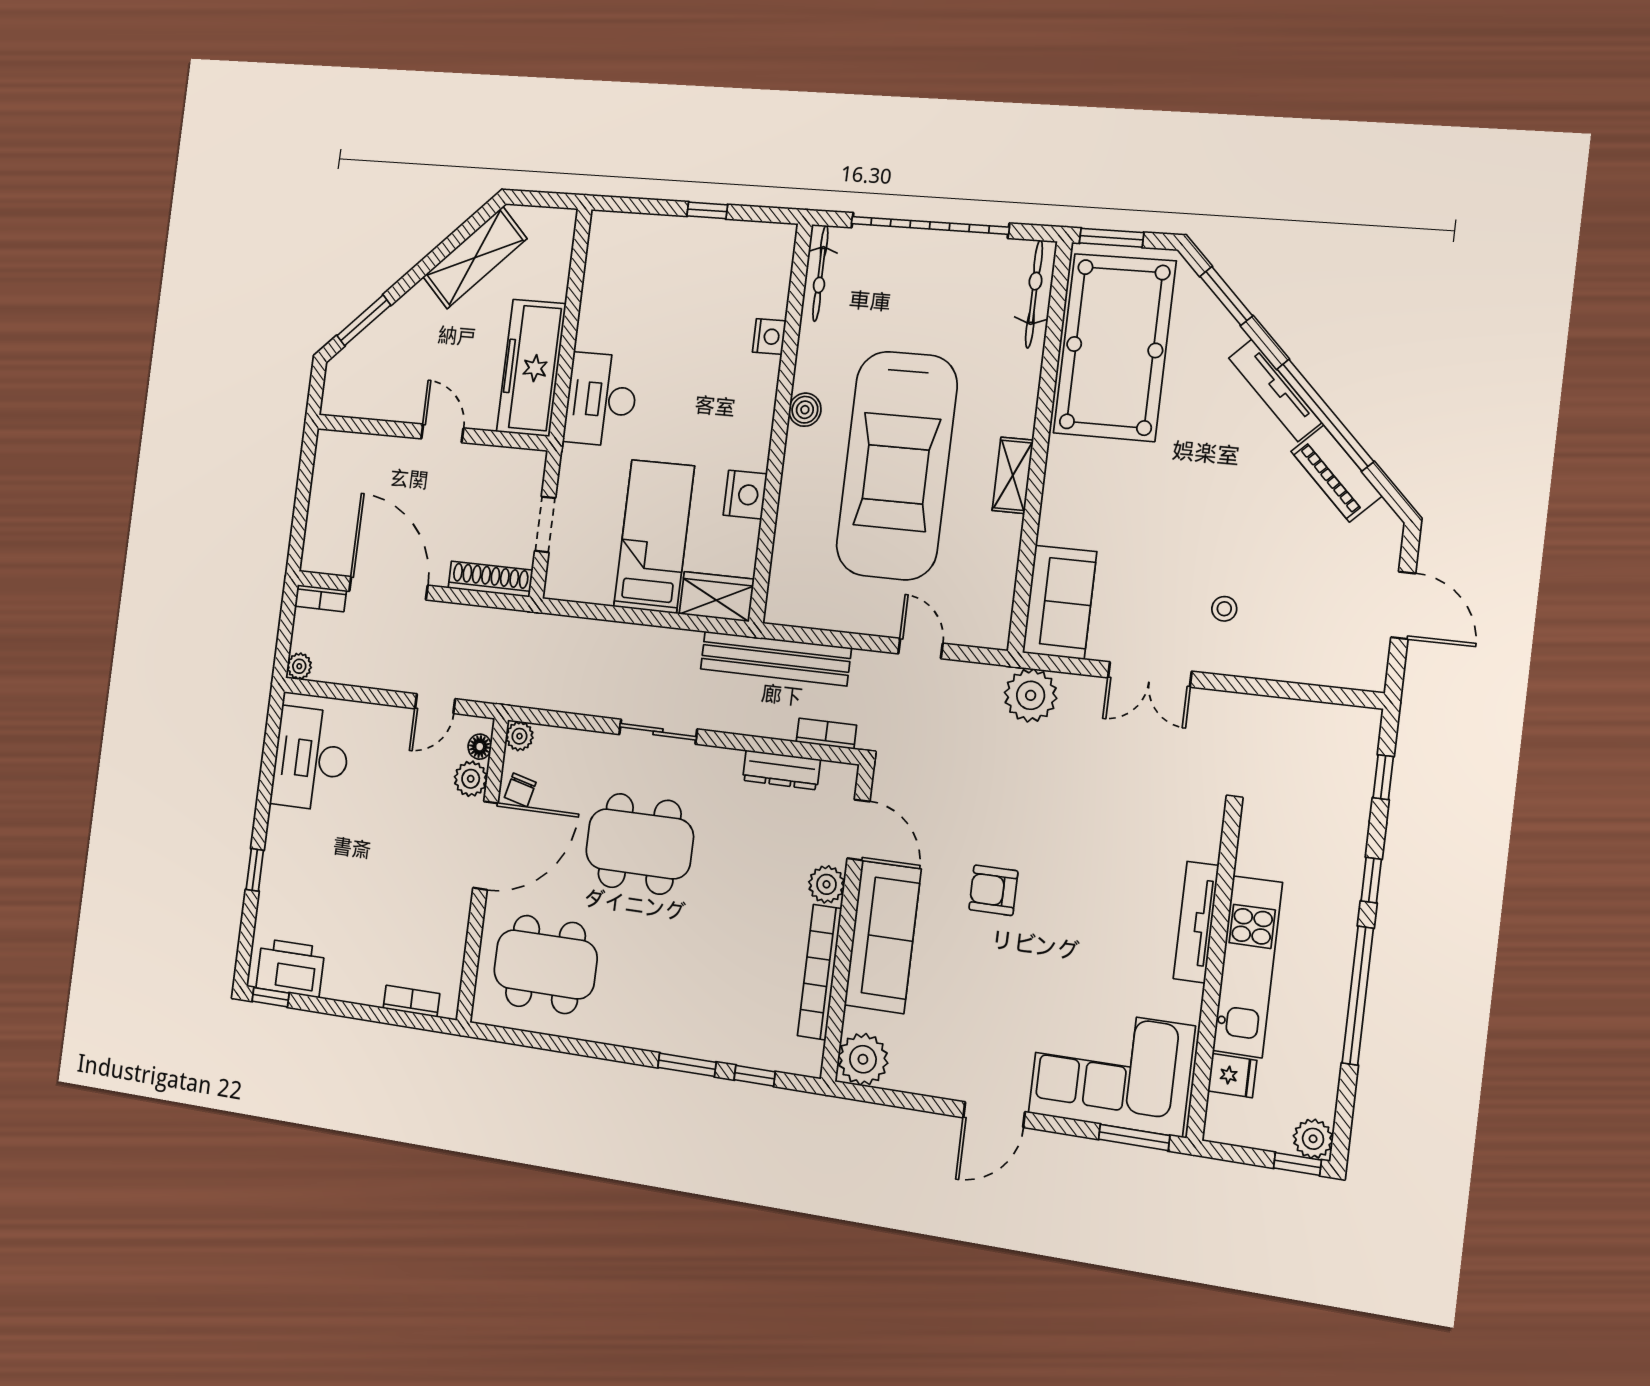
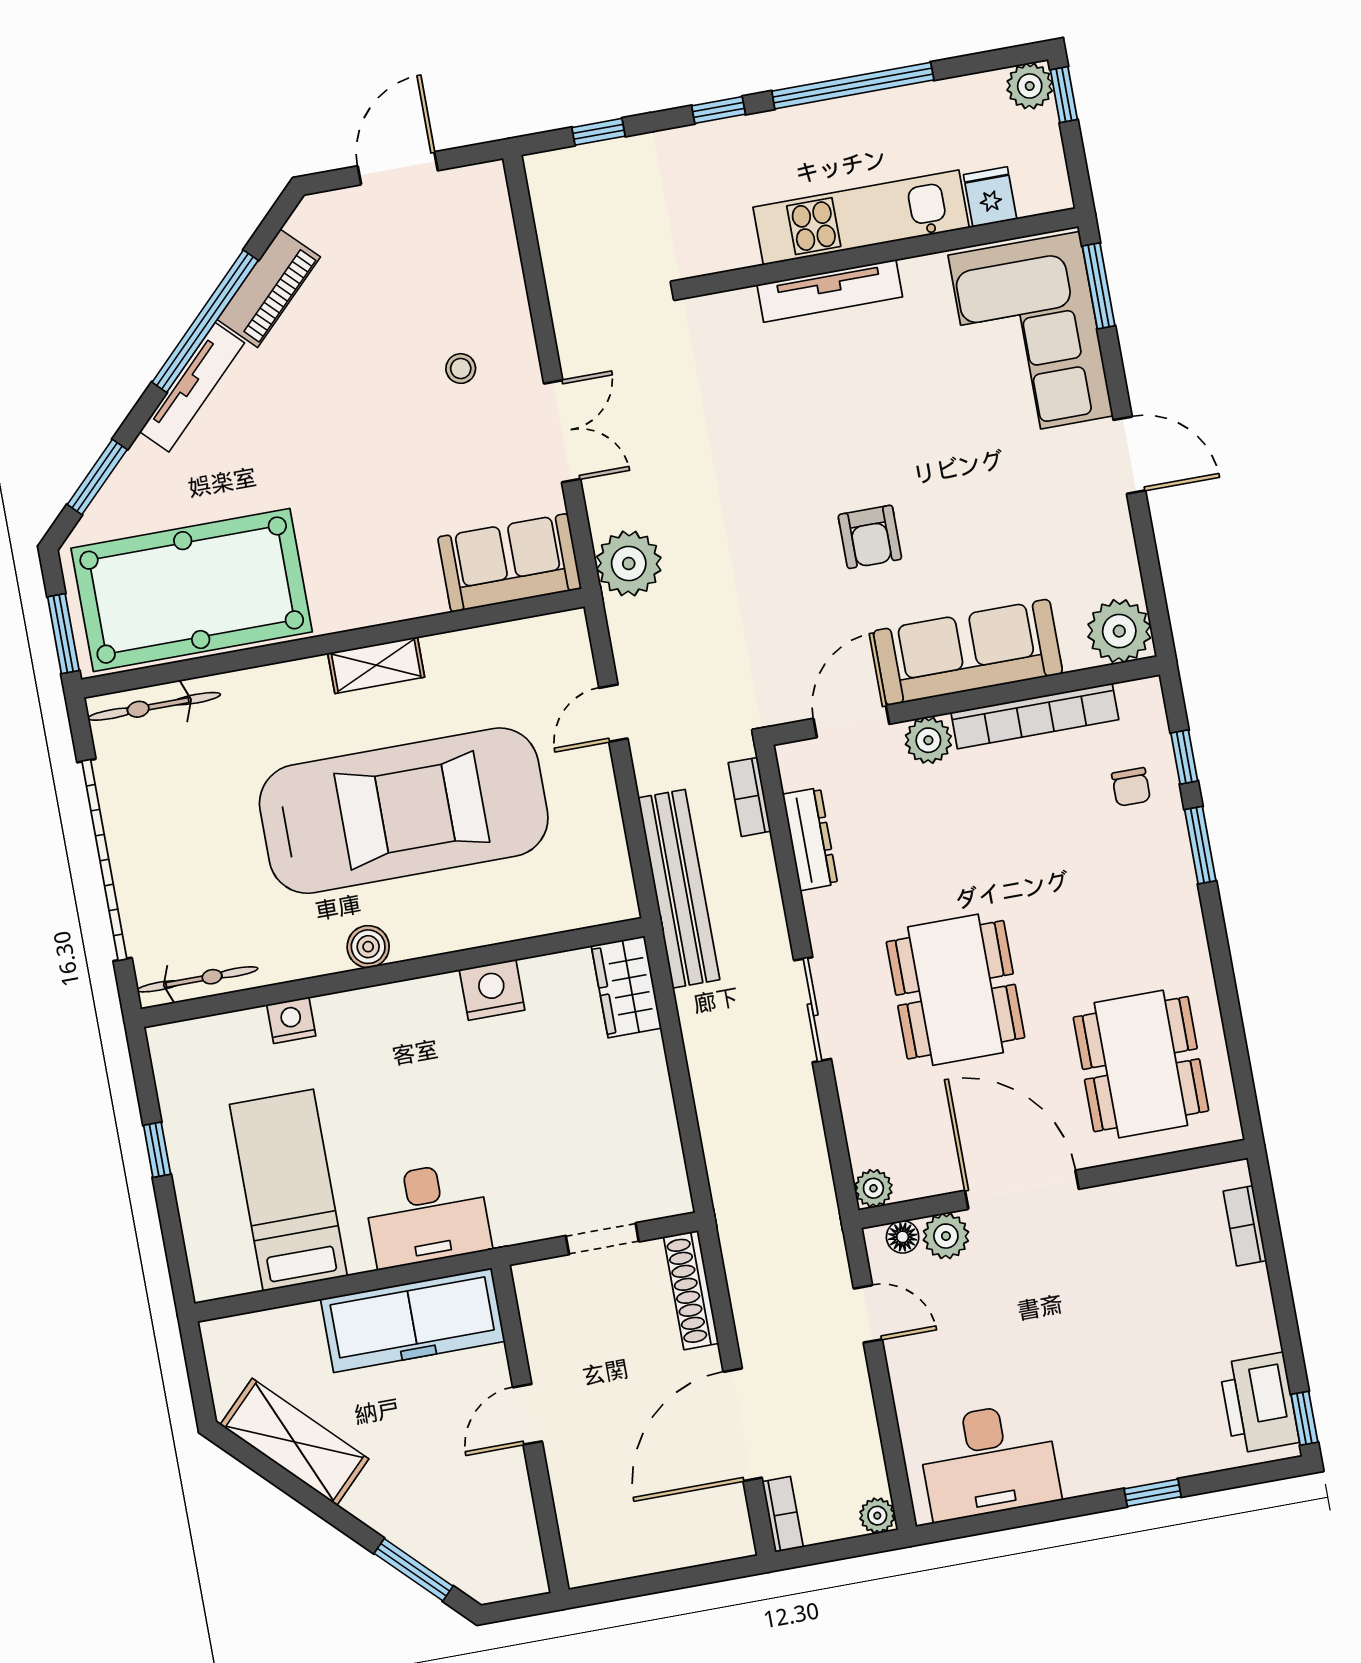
bed: (654, 537) -> (288, 1190), moved, turned 90
chair: (520, 790) -> (1131, 787), moved, turned 76

